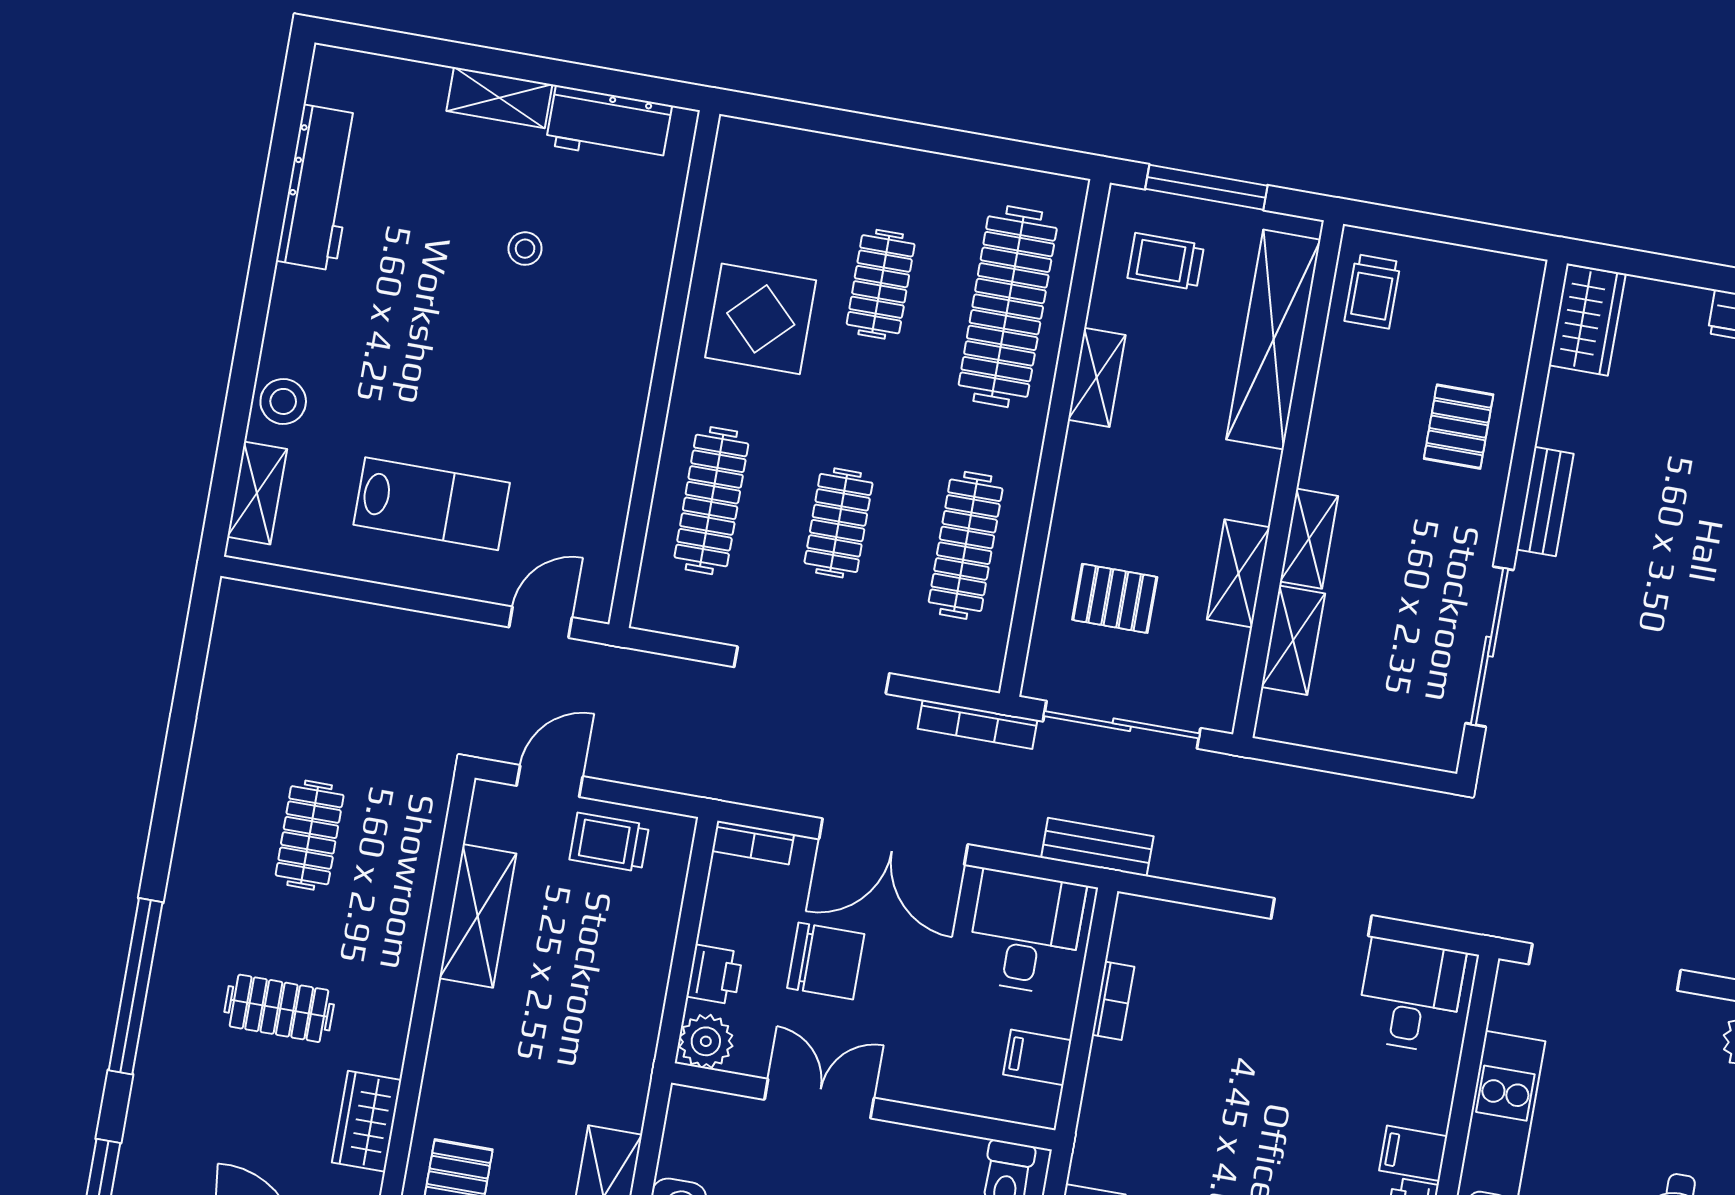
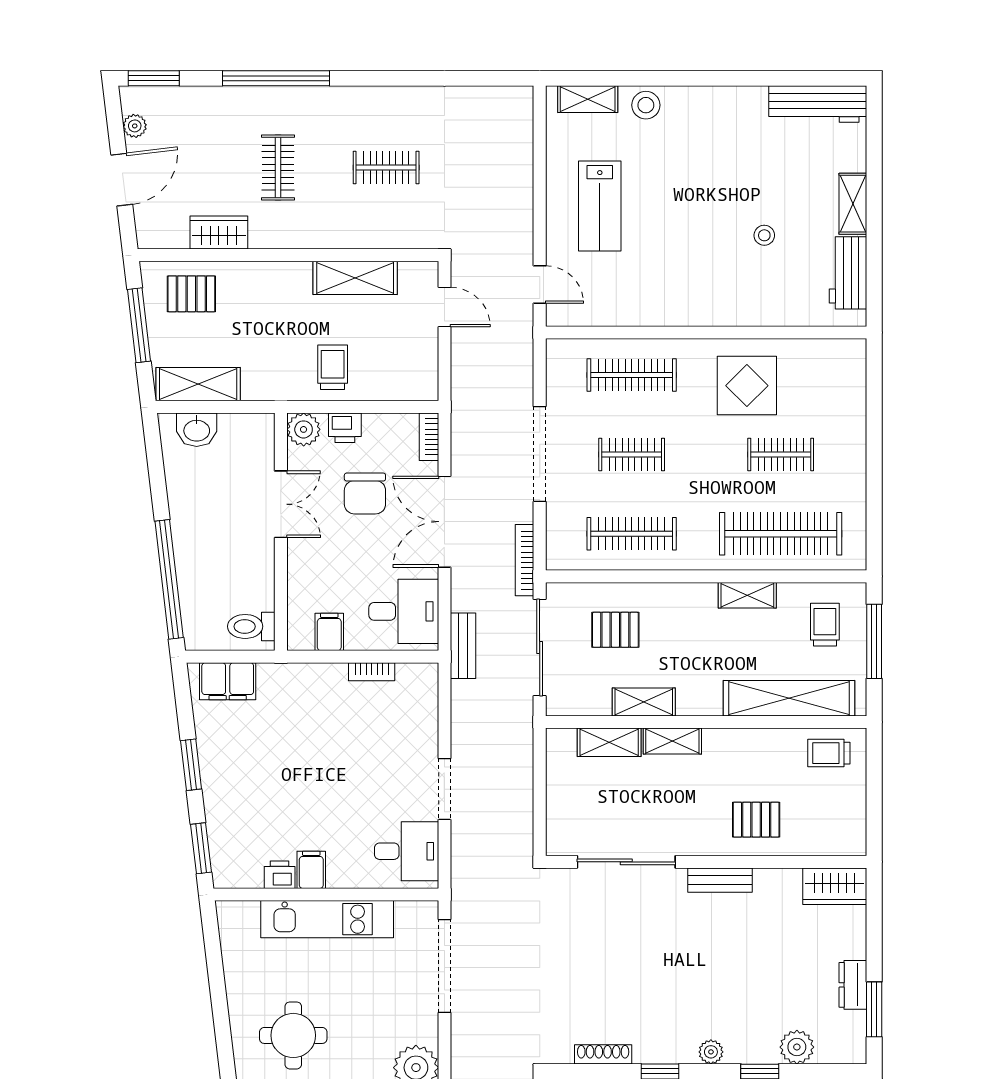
workbench: (319, 188) -> (818, 104), moved
pallet: (1115, 598) -> (615, 630), turned 90
trolley: (609, 842) -> (333, 367), moved

